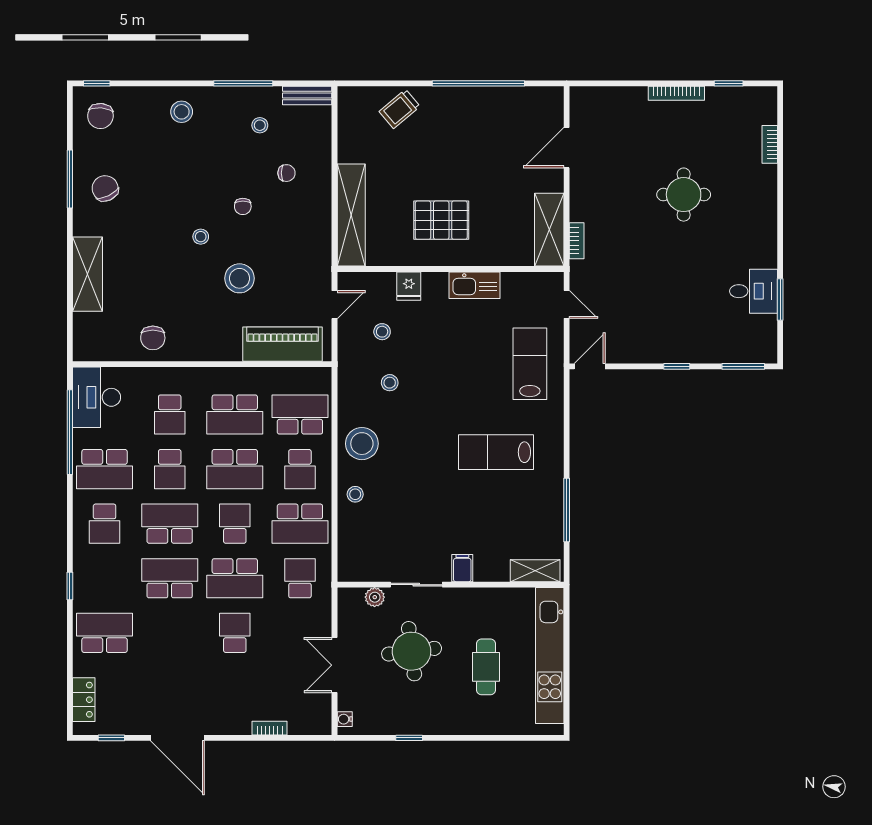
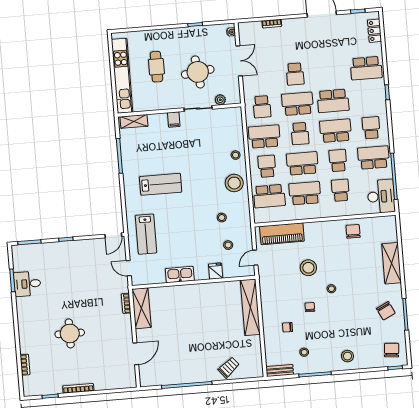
pallet: (441, 220) -> (201, 309), removed
school desk: (170, 524) -> (336, 131), turned 180

